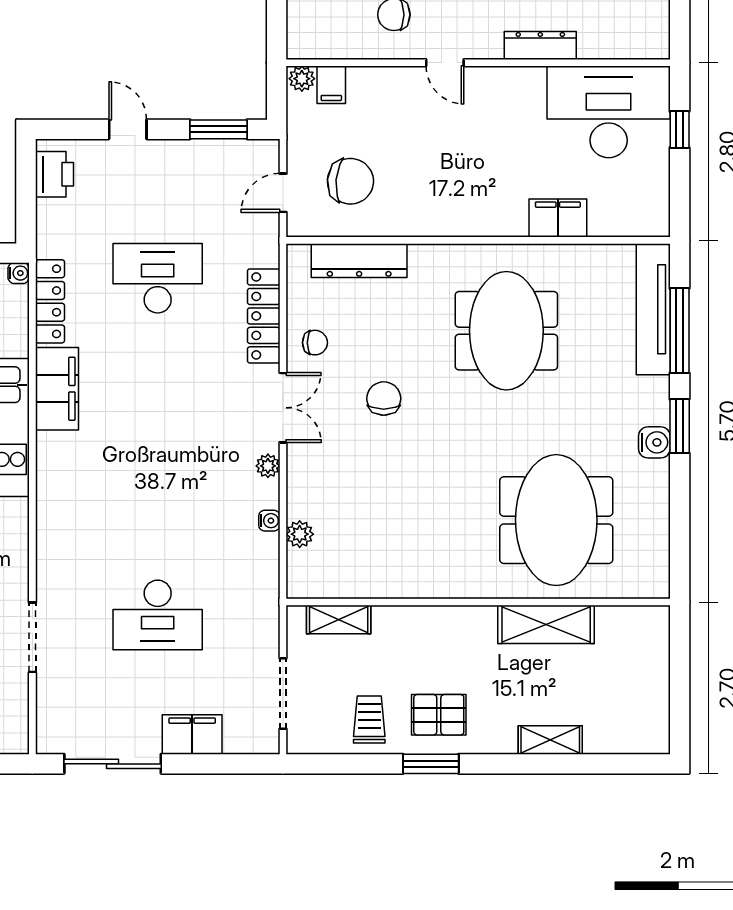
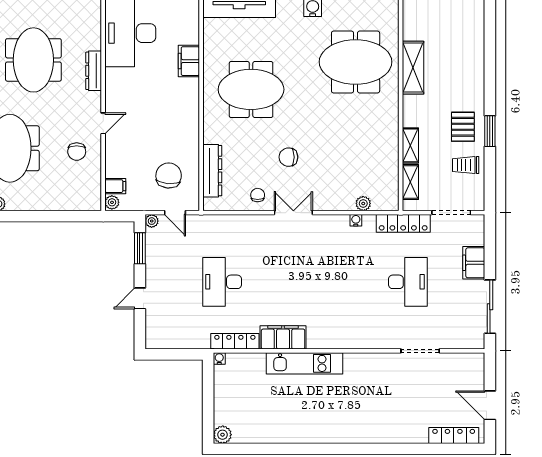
printer: (54, 174) -> (165, 339), removed
locker: (264, 316) -> (403, 223), moved
plant: (268, 466) -> (152, 221), moved
shelving: (550, 740) -> (410, 145), moved

